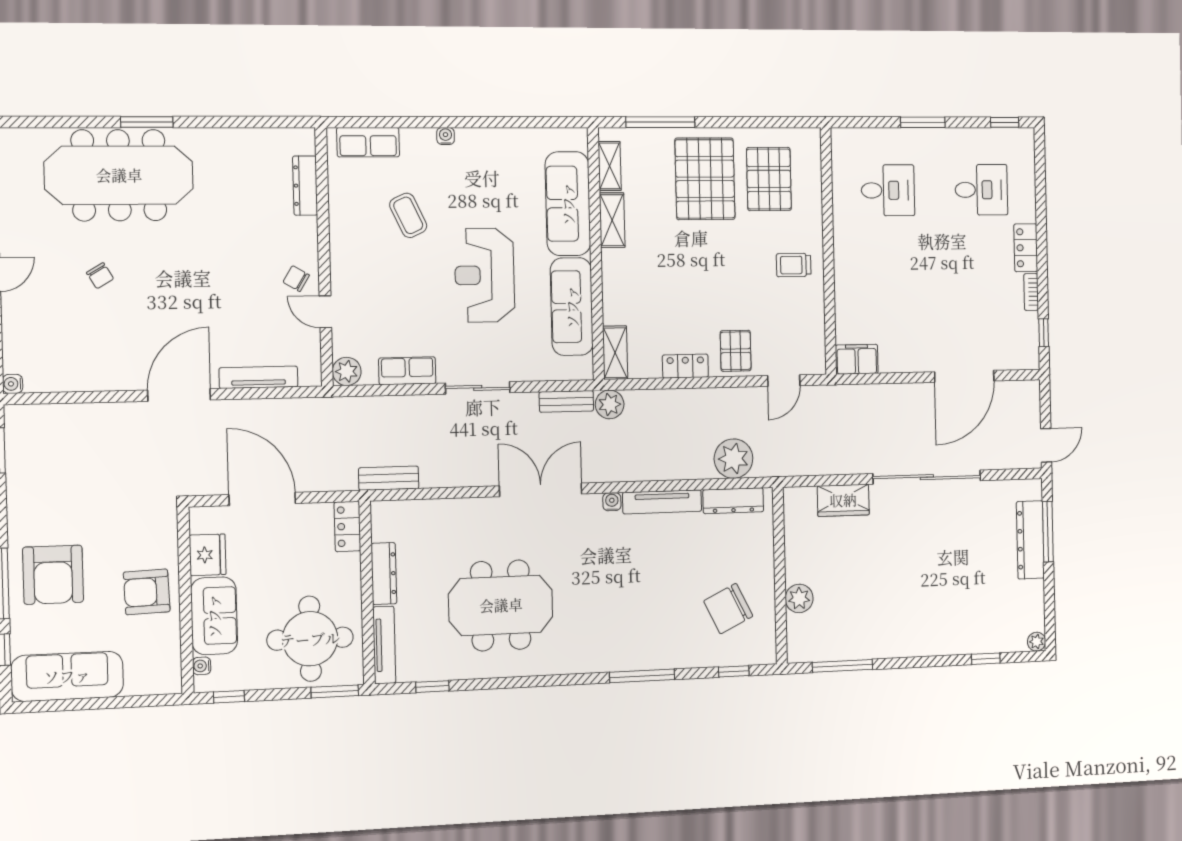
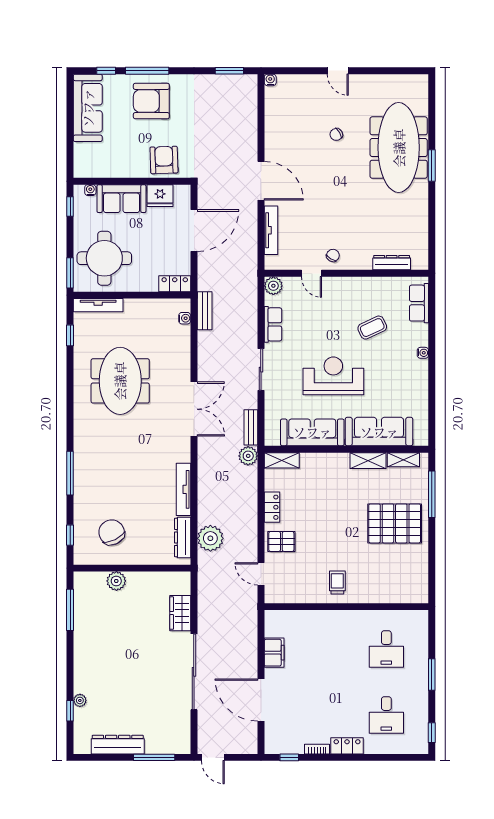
pallet: (769, 179) -> (394, 567), removed
door: (325, 312) -> (312, 273), swing flipped
filing cabinet: (857, 359) -> (274, 653), moved
water cooler: (612, 502) -> (185, 318), moved
dresser: (1030, 540) -> (118, 745), moved
dresser: (384, 574) -> (144, 306), removed
armchair: (147, 592) -> (164, 160), moved
plant: (1037, 642) -> (80, 700), moved

